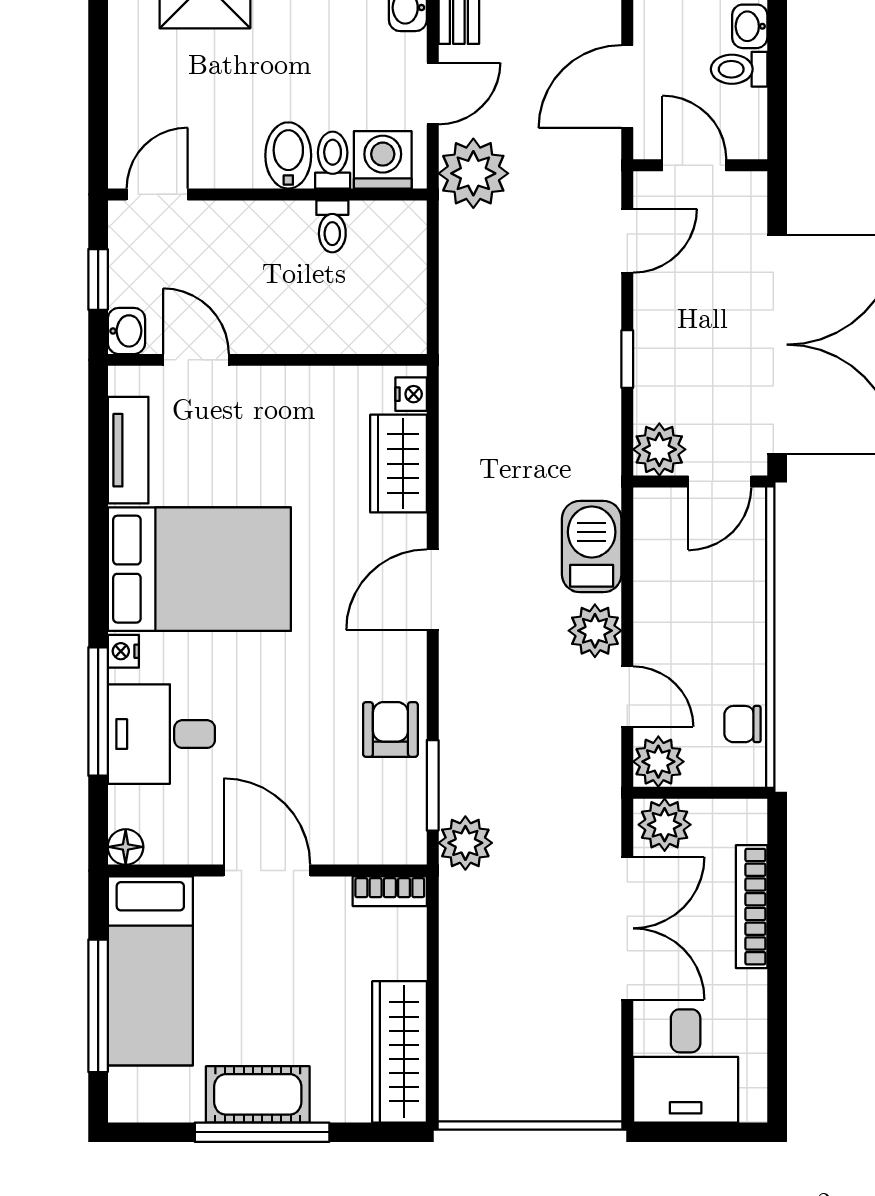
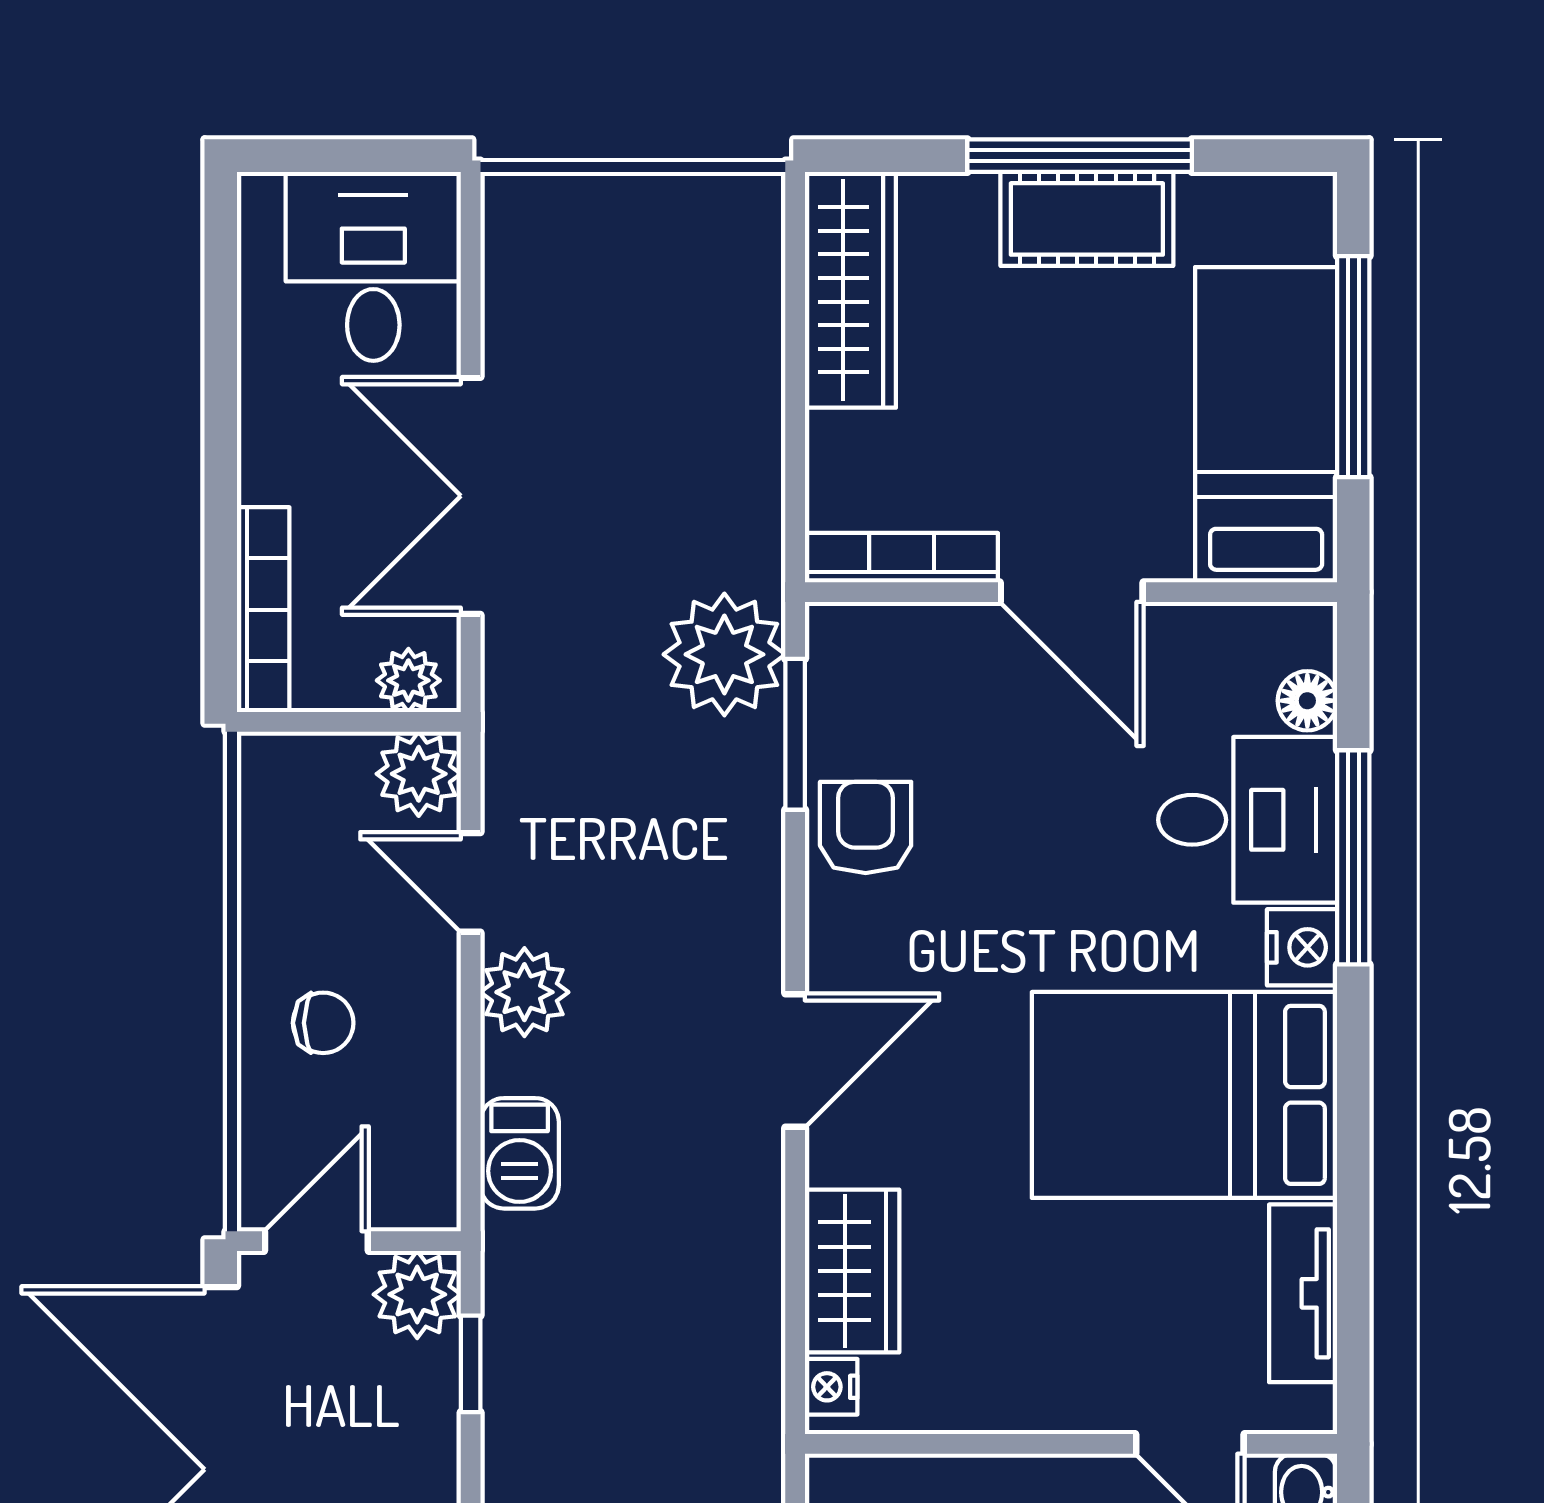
window: (627, 359) -> (471, 1364), moved
barbecue: (592, 547) -> (520, 1153), width x0.73, depth x0.79
nightstand: (123, 651) -> (1302, 947), width x1.39, depth x1.35
chair: (743, 724) -> (323, 1023), moved
armchair: (390, 729) -> (866, 827), turned 180
plant: (665, 825) -> (408, 680), width x0.73, depth x0.73
plant: (465, 843) -> (724, 654), width x1.36, depth x1.36
floor lamp: (126, 847) -> (1307, 701), moved
bookcase: (390, 891) -> (901, 558), width x1.56
bookcase: (752, 907) -> (263, 610), moved

